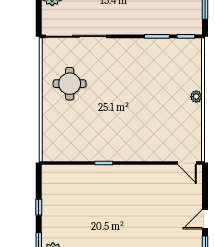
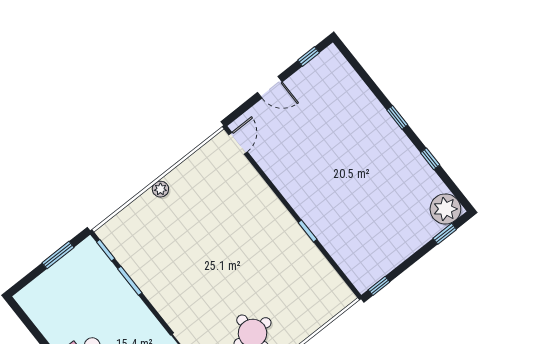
window: (39, 207) -> (379, 286), moved
door: (205, 219) -> (270, 87), moved

